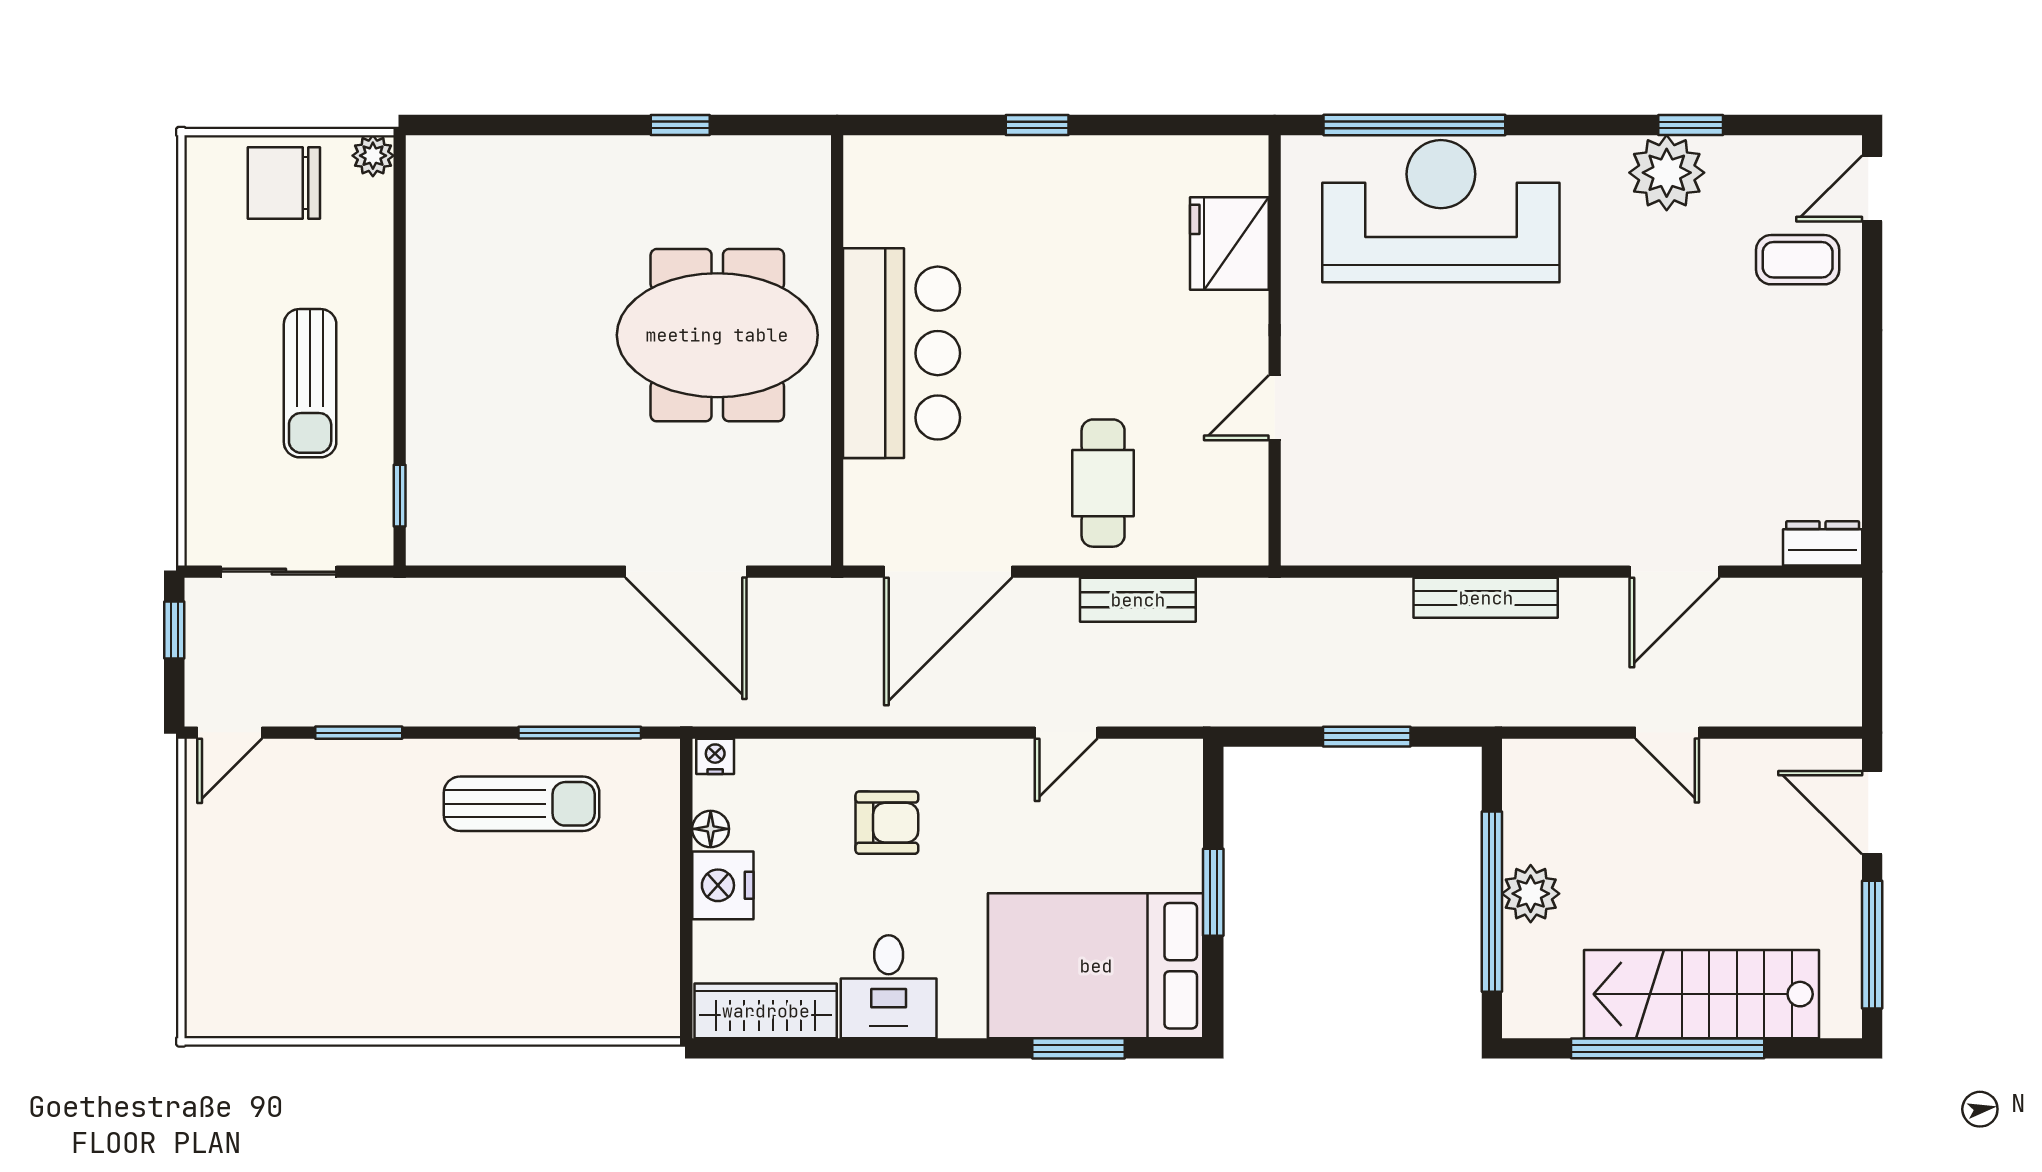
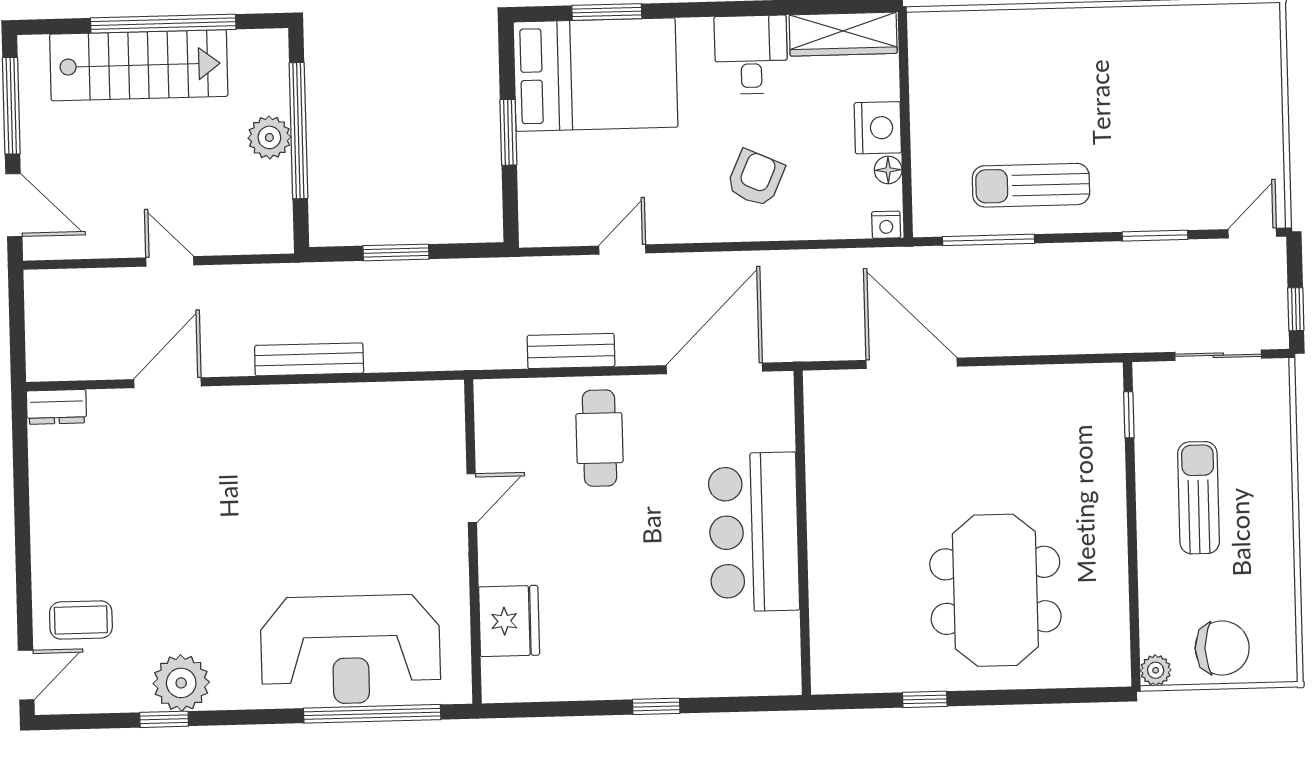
meeting table: (717, 335) -> (995, 590), moved, turned 90
armchair: (887, 823) -> (755, 178), turned 114

